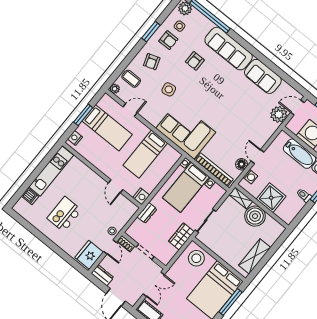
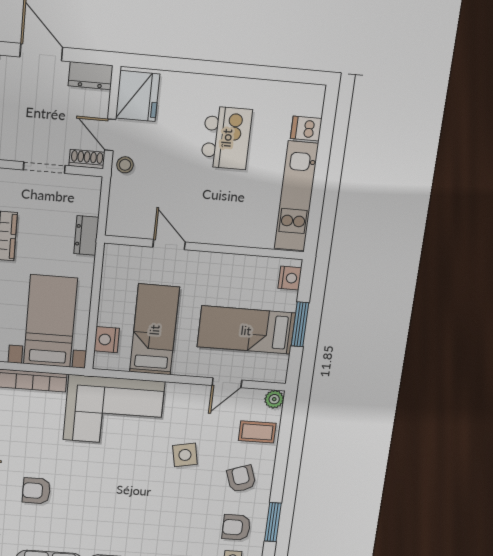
armchair: (195, 61) -> (36, 491), moved, turned -90
nightstand: (141, 196) -> (107, 340), moved

